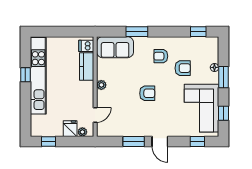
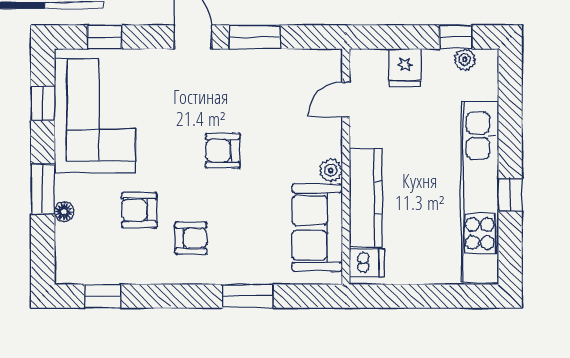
sofa: (115, 47) -> (317, 228), moved, turned -90
kitchen counter: (87, 66) -> (366, 198), width x1.50
plant: (82, 132) -> (465, 60), moved

